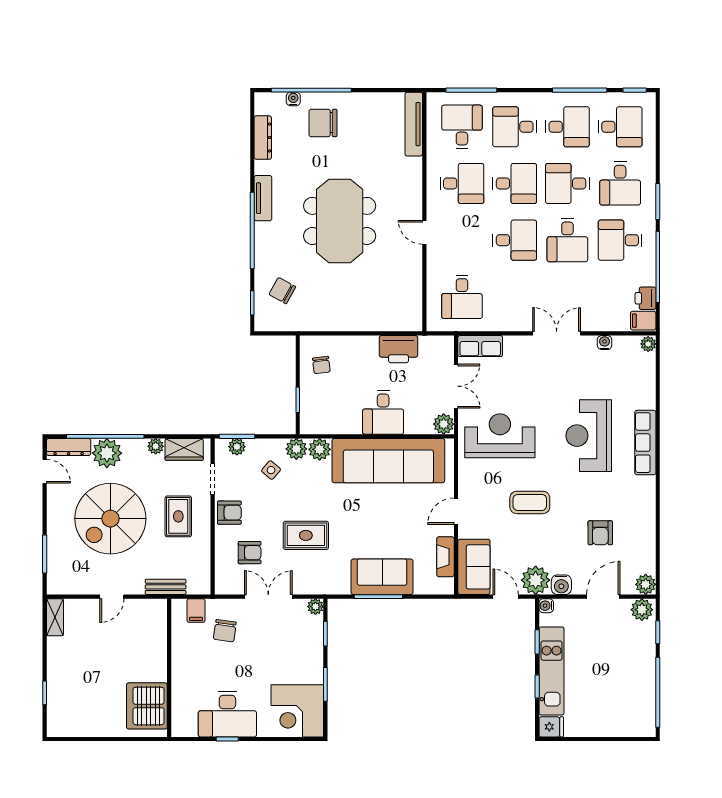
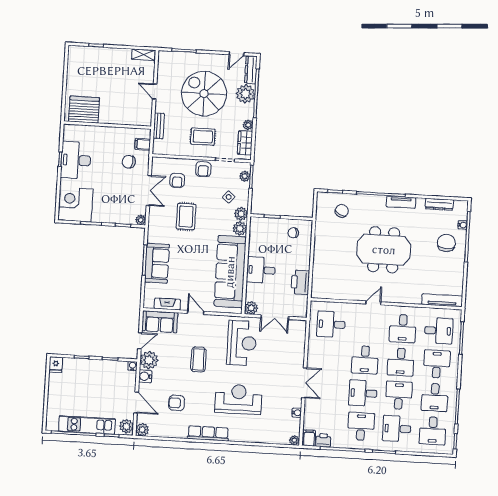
row of seats: (480, 346) -> (299, 334), removed
row of seats: (645, 443) -> (208, 433), moved
kitchen unit: (552, 671) -> (87, 425), moved, turned 180

